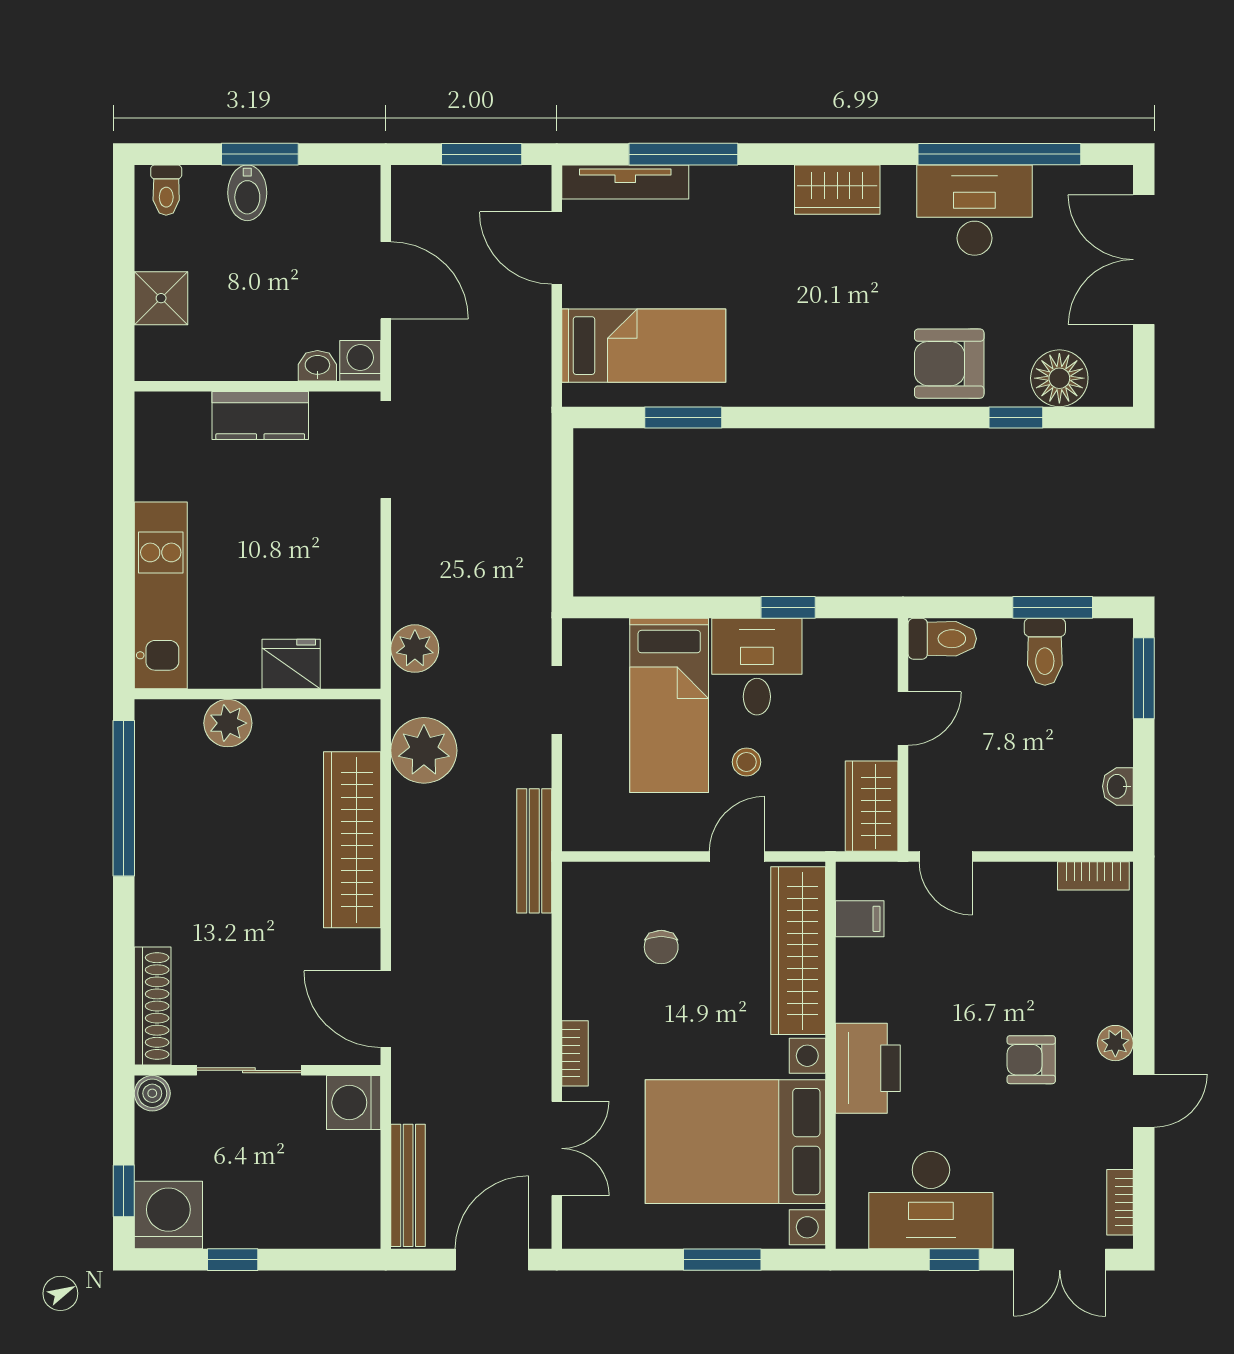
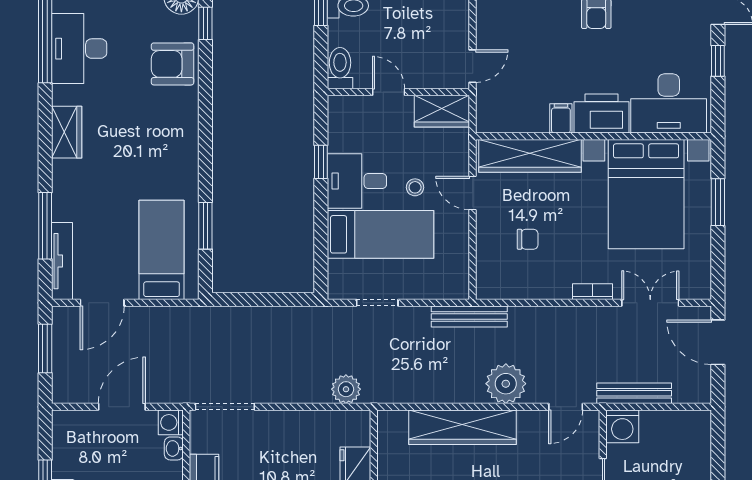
armchair: (949, 364) -> (173, 64), turned 90
plant: (424, 750) -> (506, 384), moved
filing cabinet: (860, 919) -> (561, 118), moved
door: (386, 1009) -> (566, 407), width x0.73
bench: (408, 1185) -> (634, 393), moved
desk: (931, 1200) -> (669, 103), moved, turned 90

